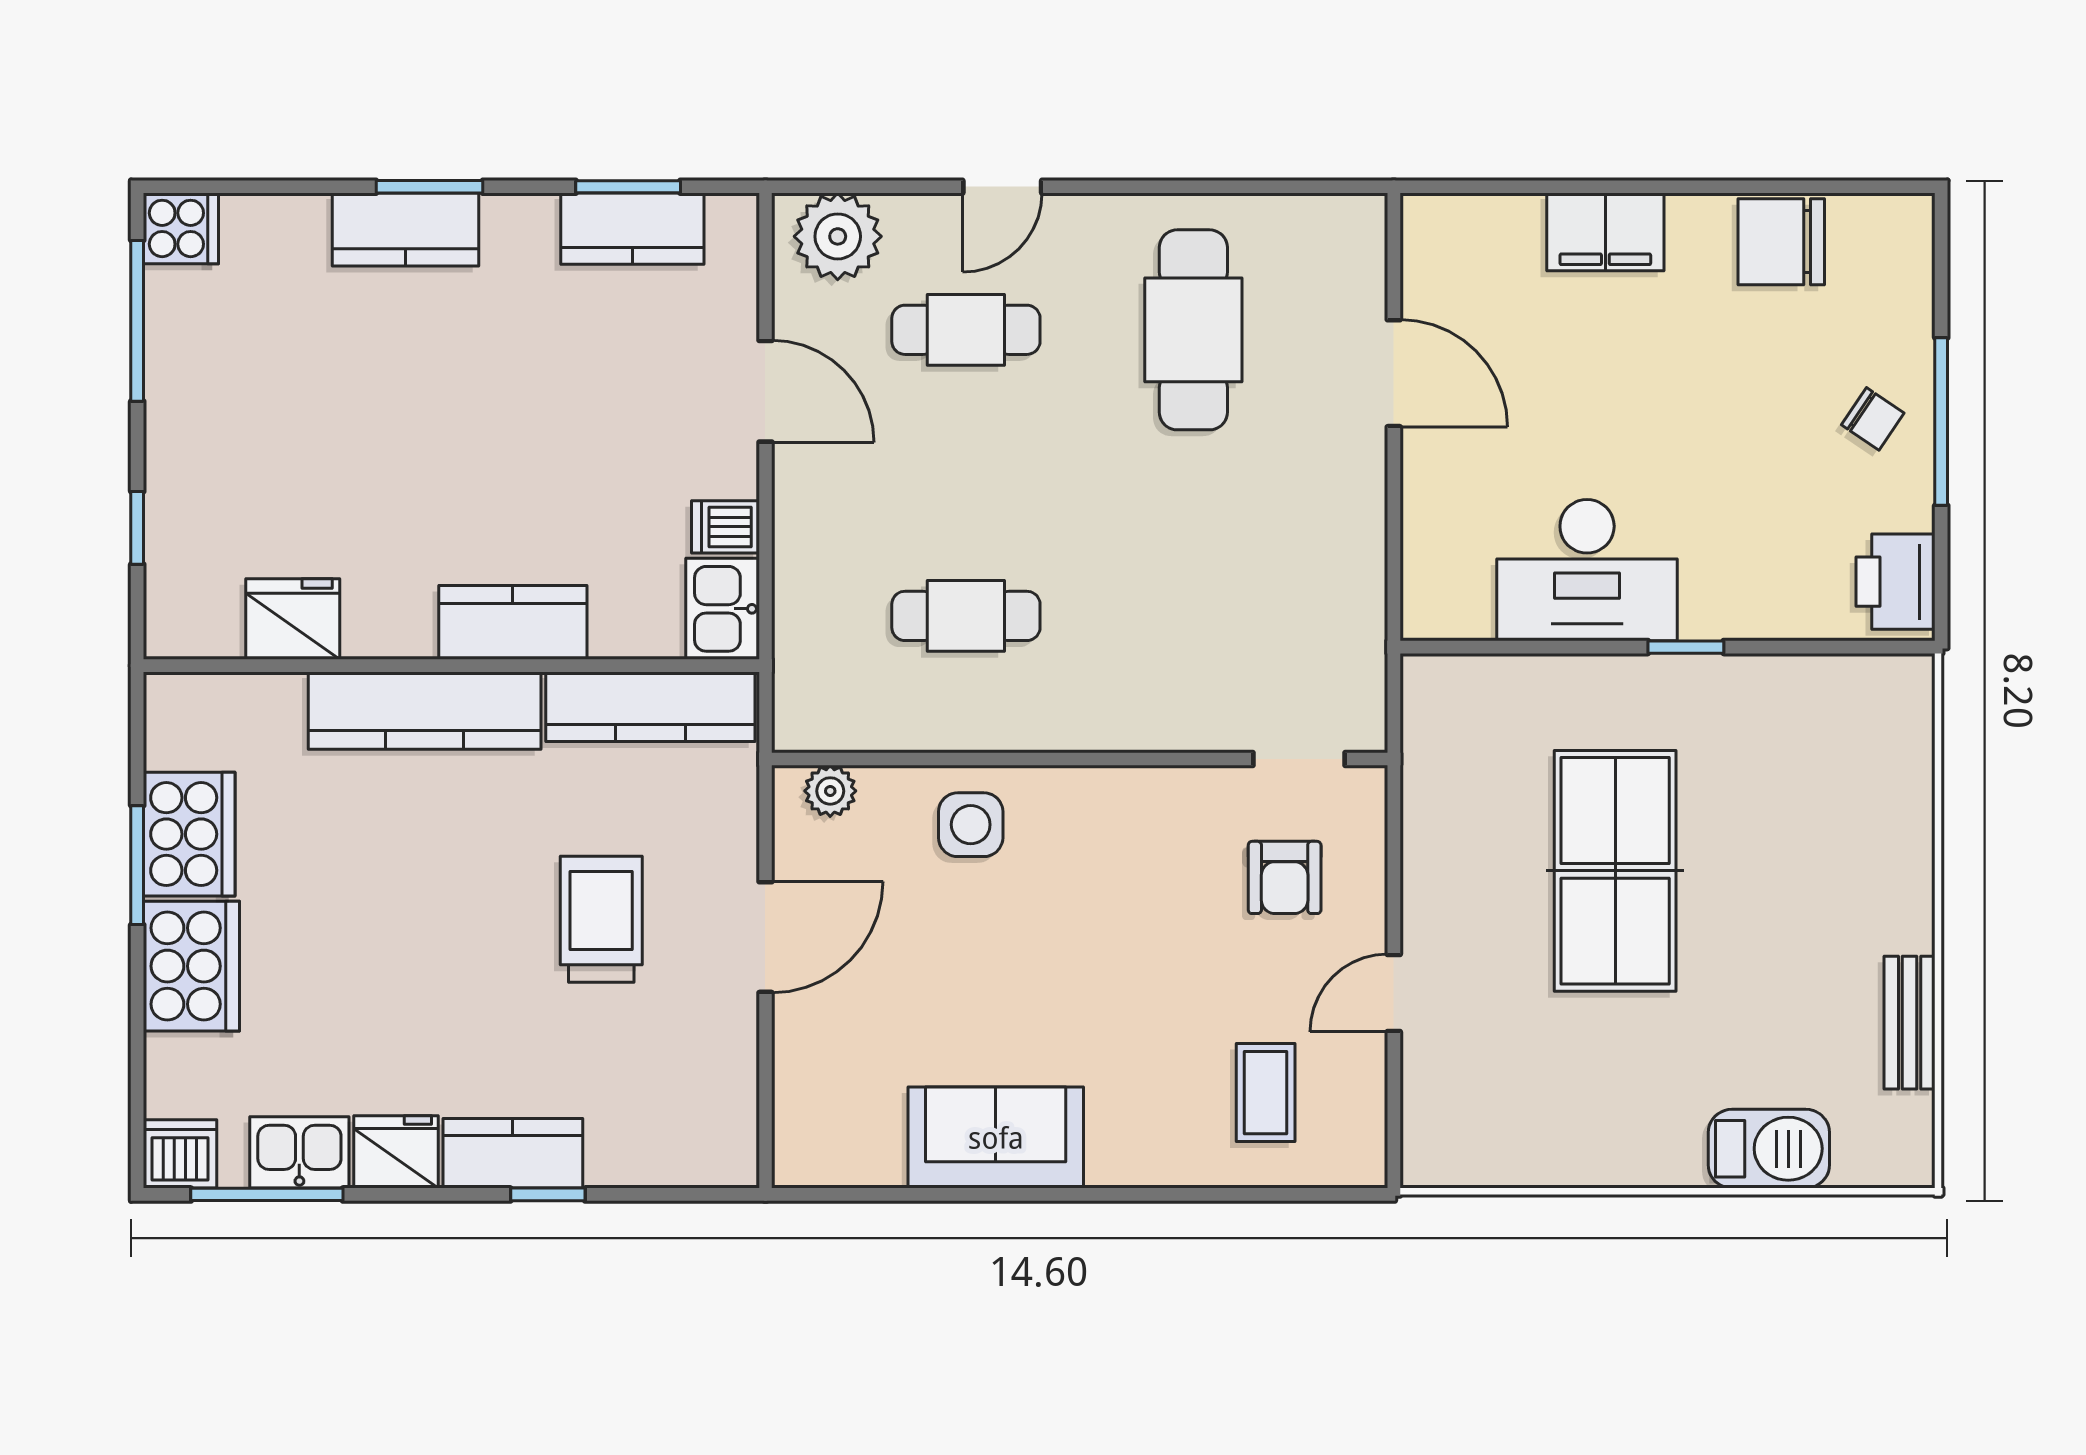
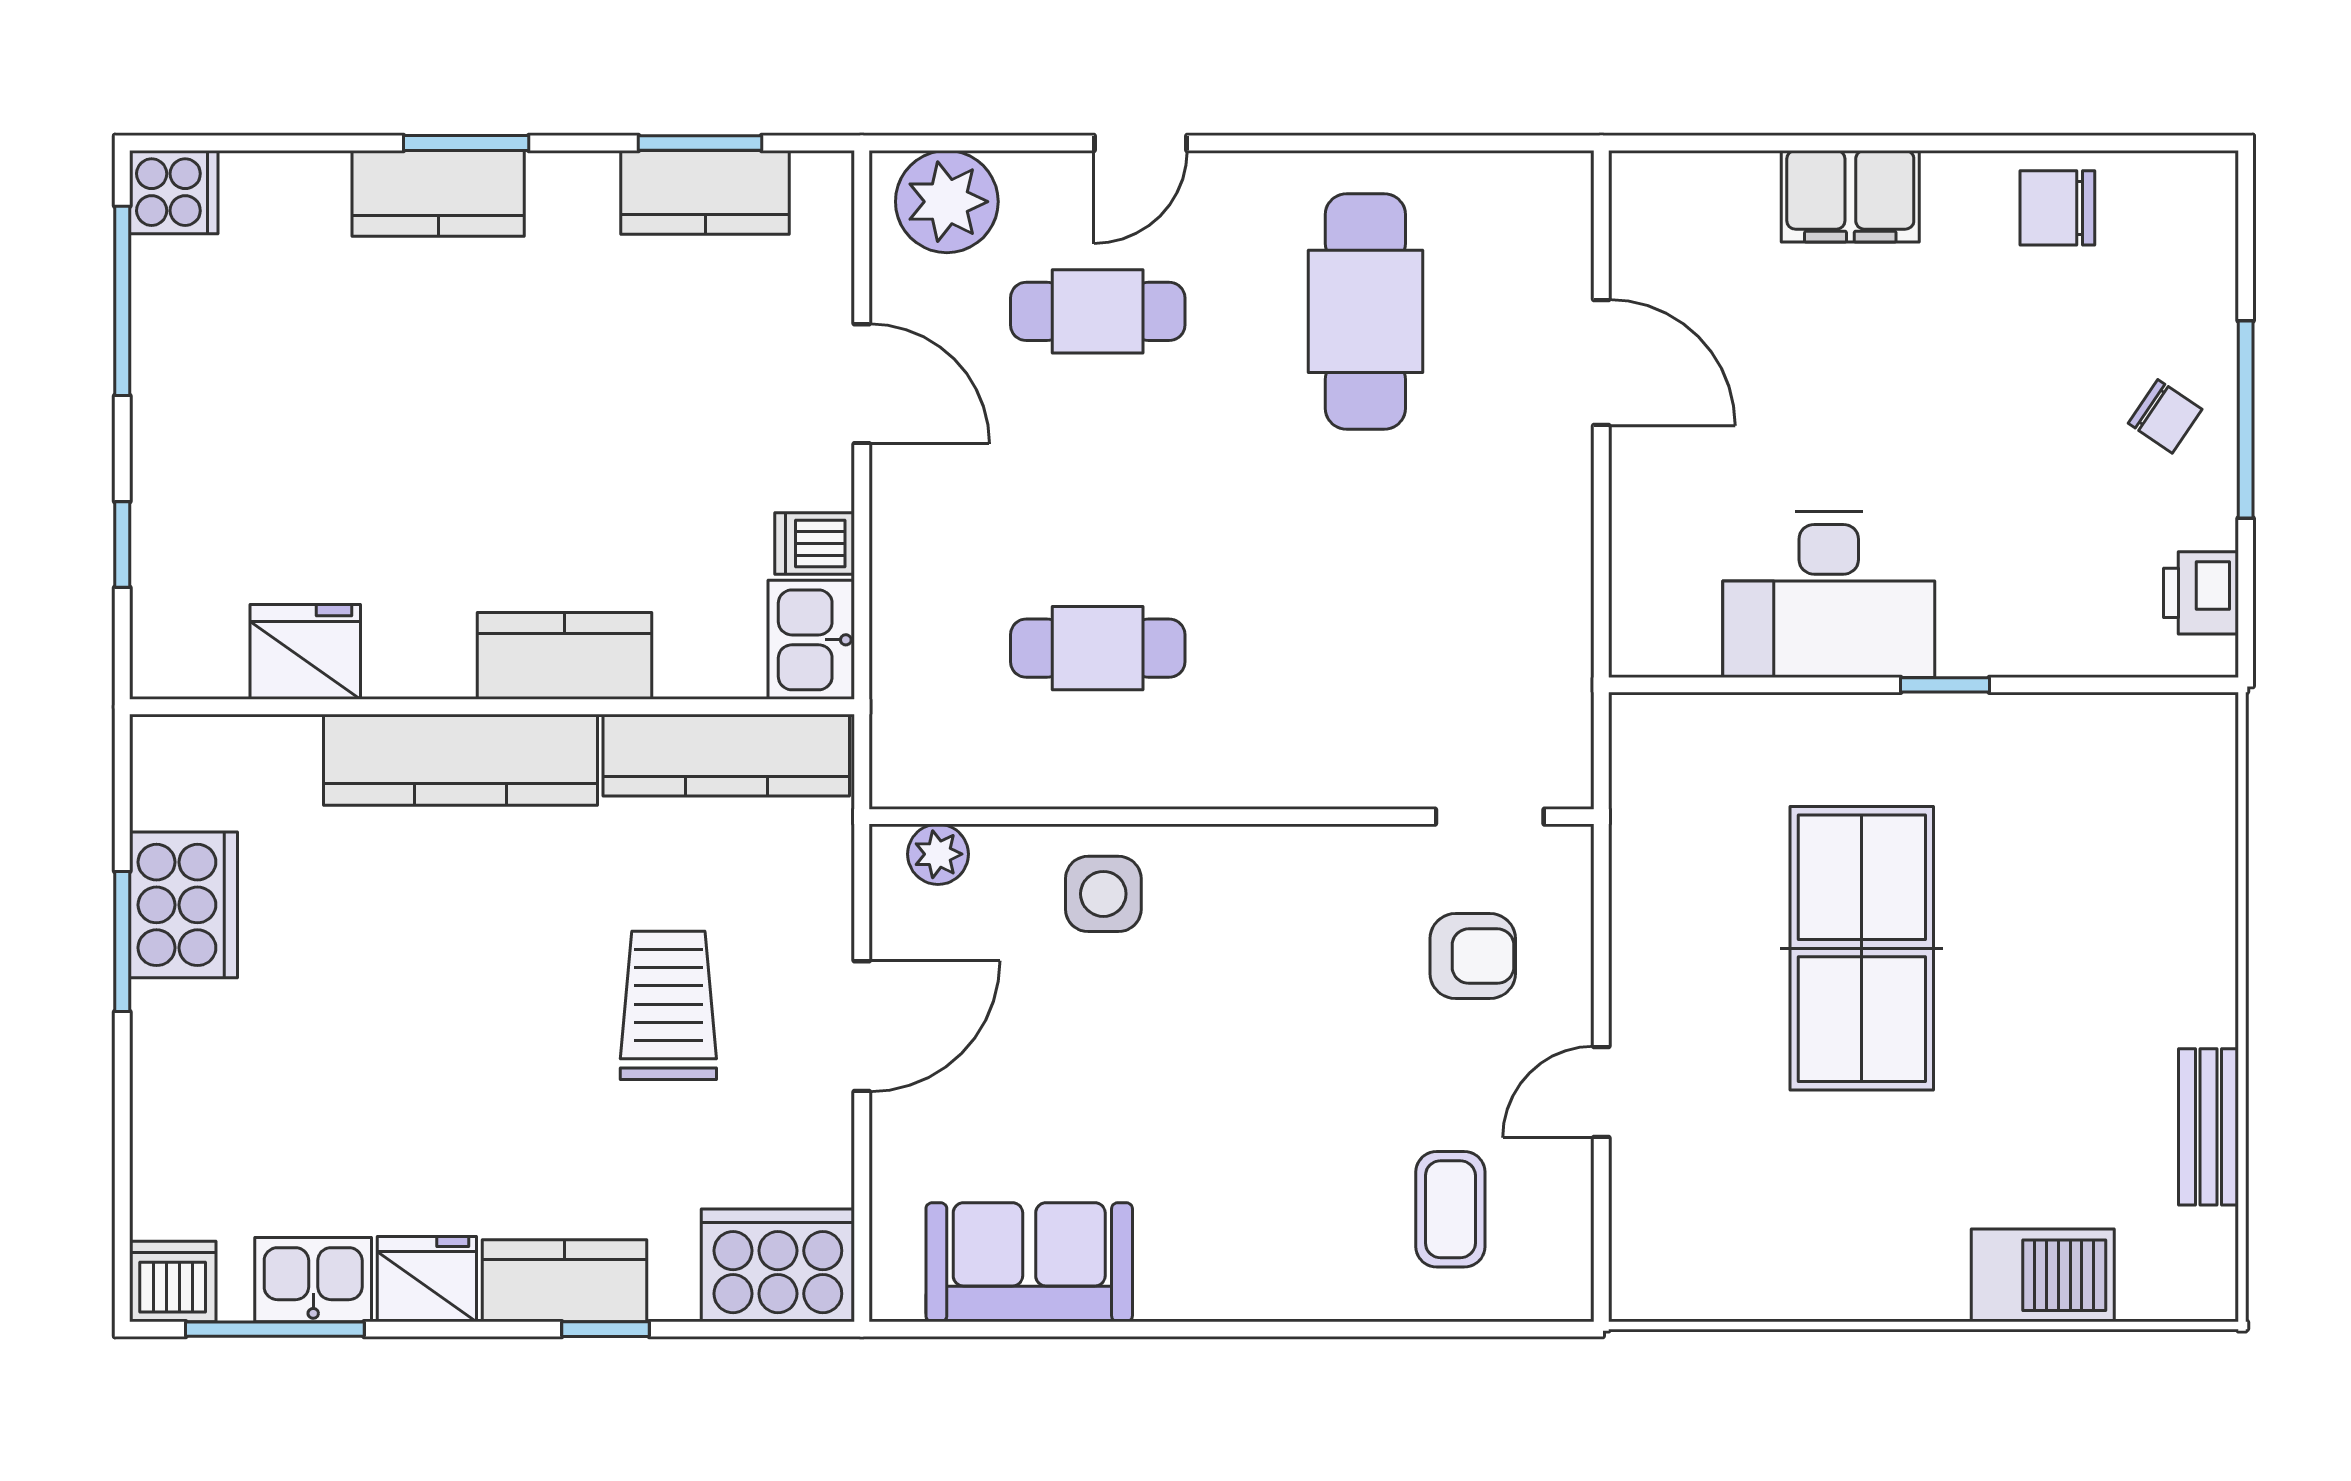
chair: (1781, 242) -> (2057, 208), width x0.73, depth x0.73
printer: (1896, 582) -> (2201, 593), width x0.73, depth x0.81
armchair: (1285, 877) -> (1473, 956), turned -90
cooker: (191, 966) -> (778, 1265), moved, turned -90
sofa: (996, 1138) -> (1029, 1262), moved

